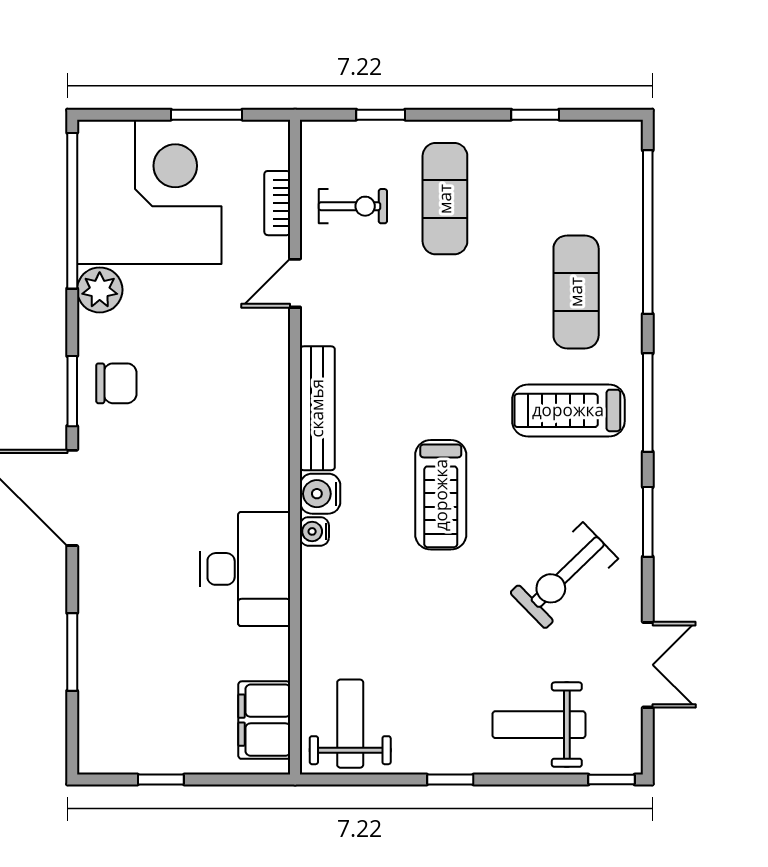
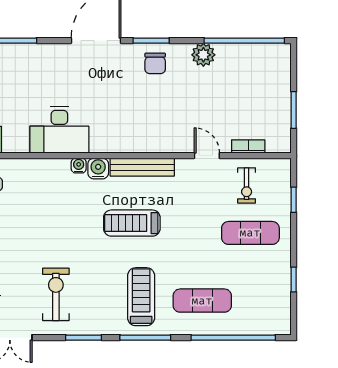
corner desk: (149, 192) -> (254, 80), removed
treadmill: (441, 495) -> (132, 223), moved
exercise bike: (564, 576) -> (56, 294), turned 44

